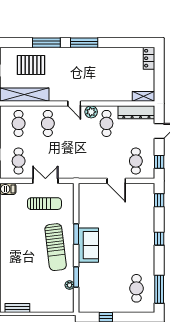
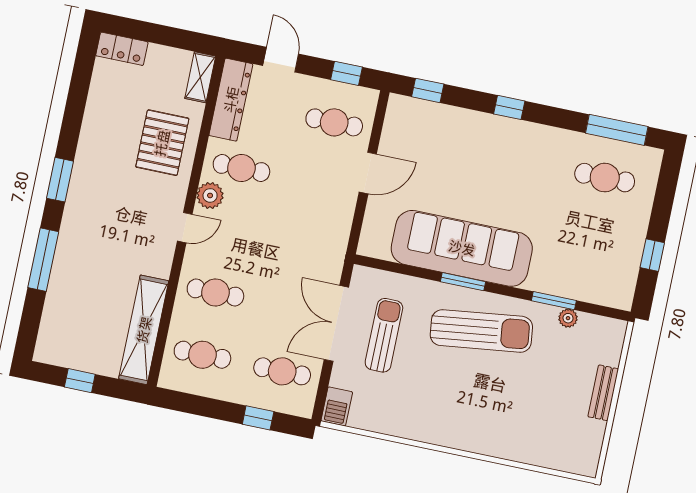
window: (84, 43) -> (60, 180), width x0.69
pallet: (31, 65) -> (162, 143), moved
double door: (45, 181) -> (336, 323), width x1.37
sofa: (88, 245) -> (462, 248), width x1.85, depth x1.27
bench: (17, 308) -> (603, 393), moved

